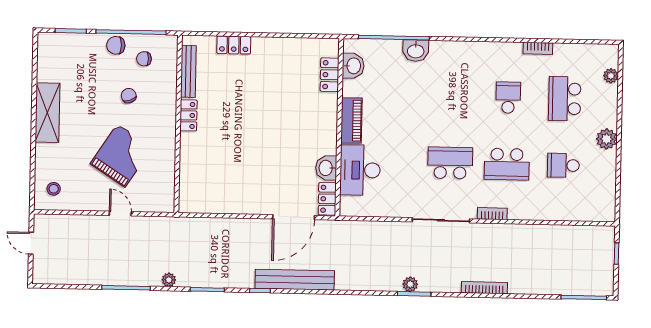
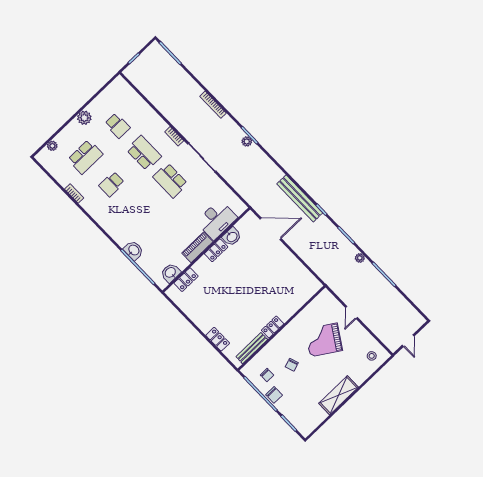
locker: (327, 199) -> (216, 250), moved

